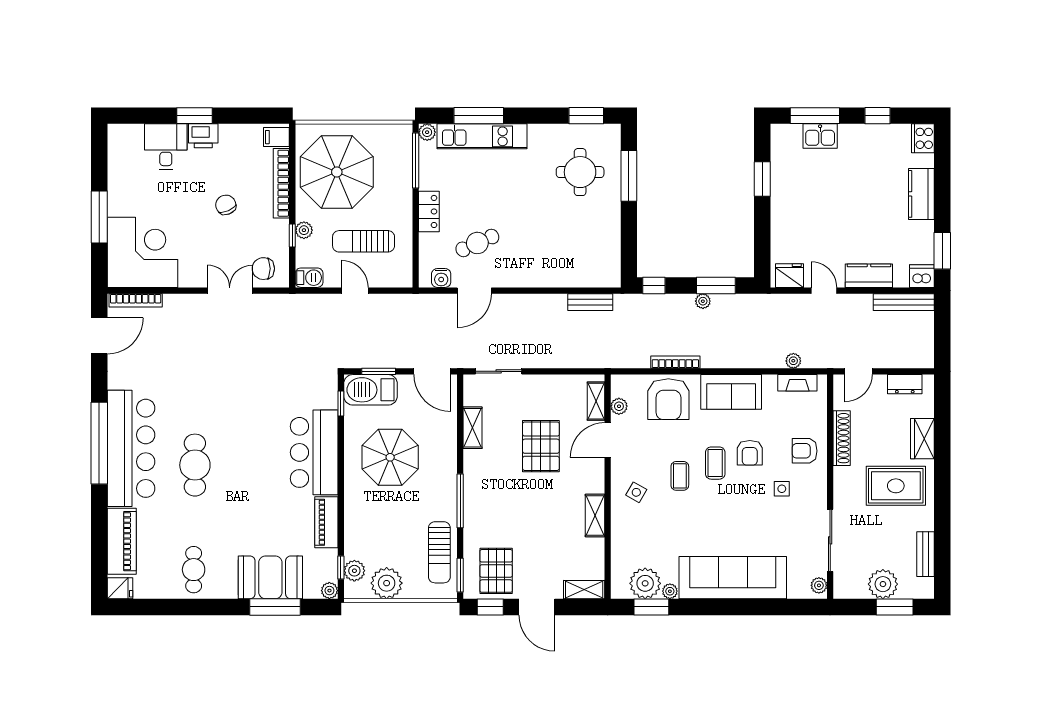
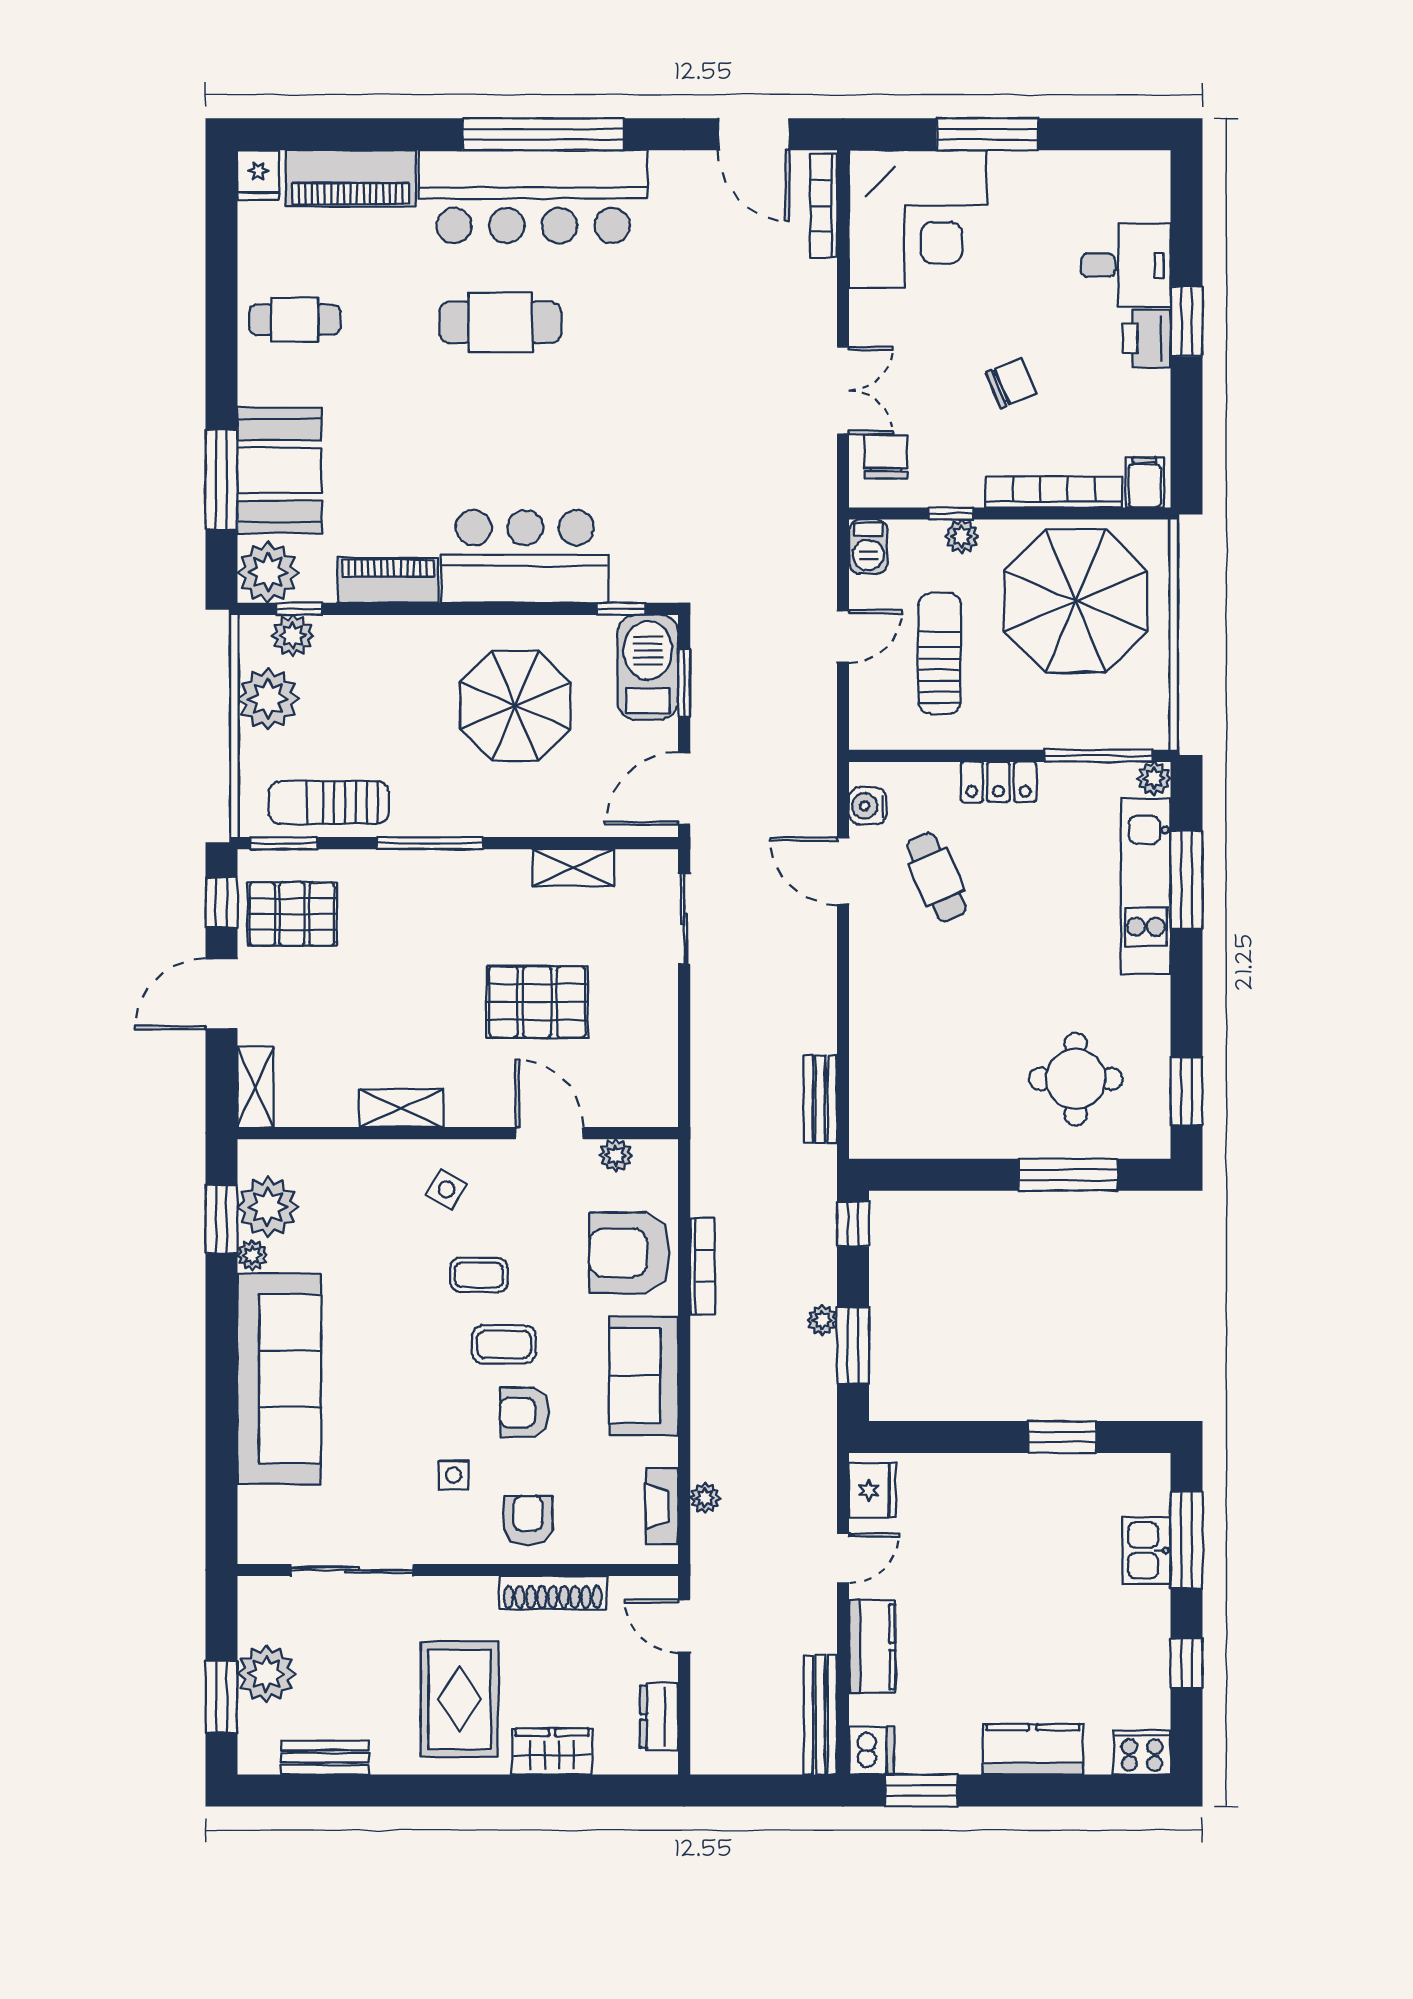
shelving: (596, 401) -> (626, 1110), removed
plant: (819, 585) -> (264, 1548), removed
plant: (329, 591) -> (268, 572), width x1.87, depth x1.87

